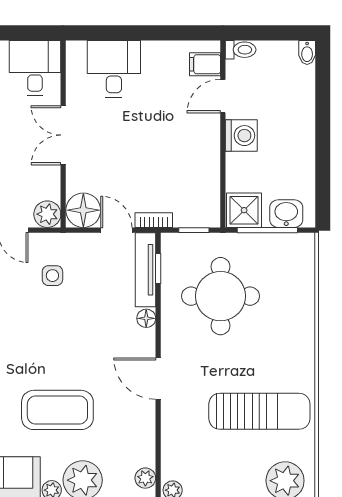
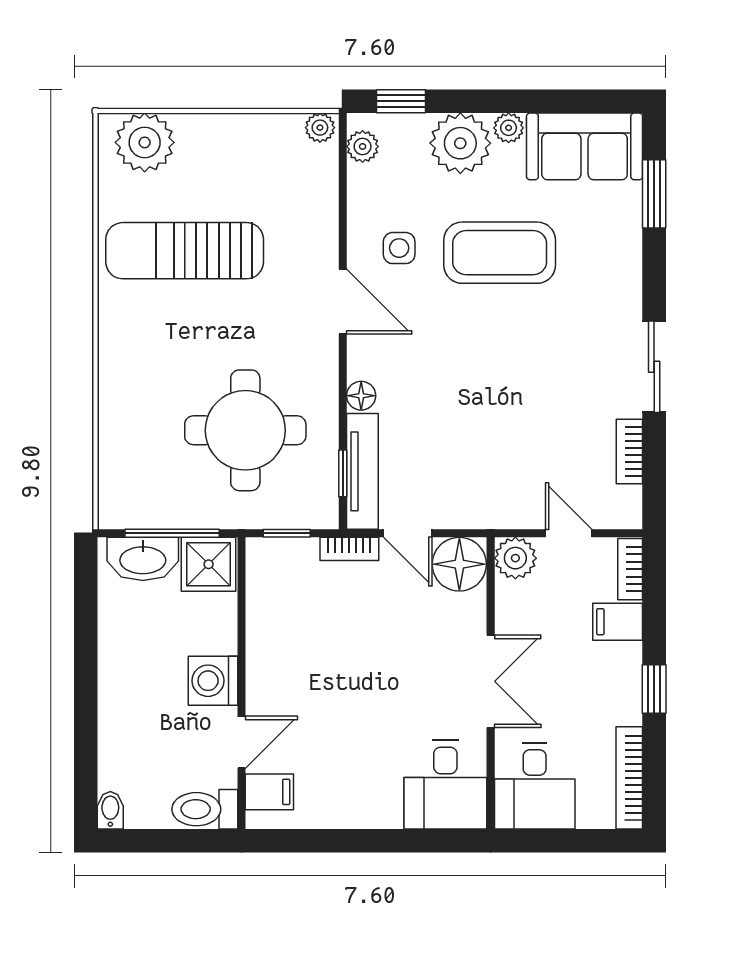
toilet: (241, 50) -> (205, 809), width x1.37, depth x1.39
desk: (114, 69) -> (445, 785), moved
washbasin: (286, 214) -> (143, 559), width x1.38
side table: (52, 276) -> (399, 248), moved

